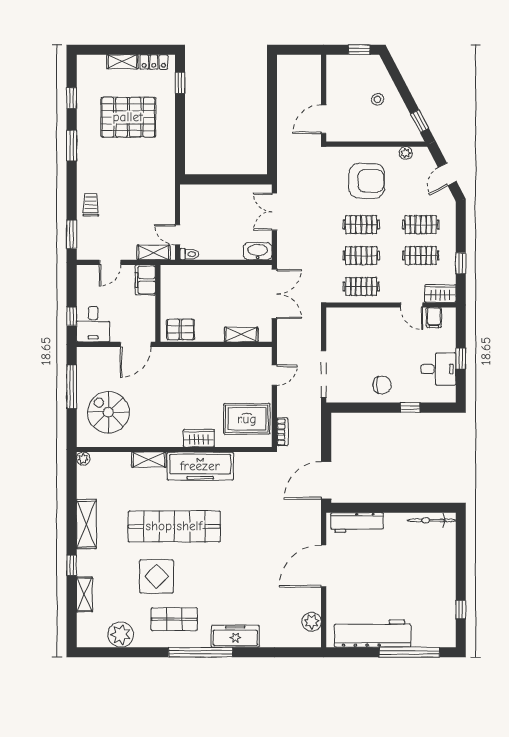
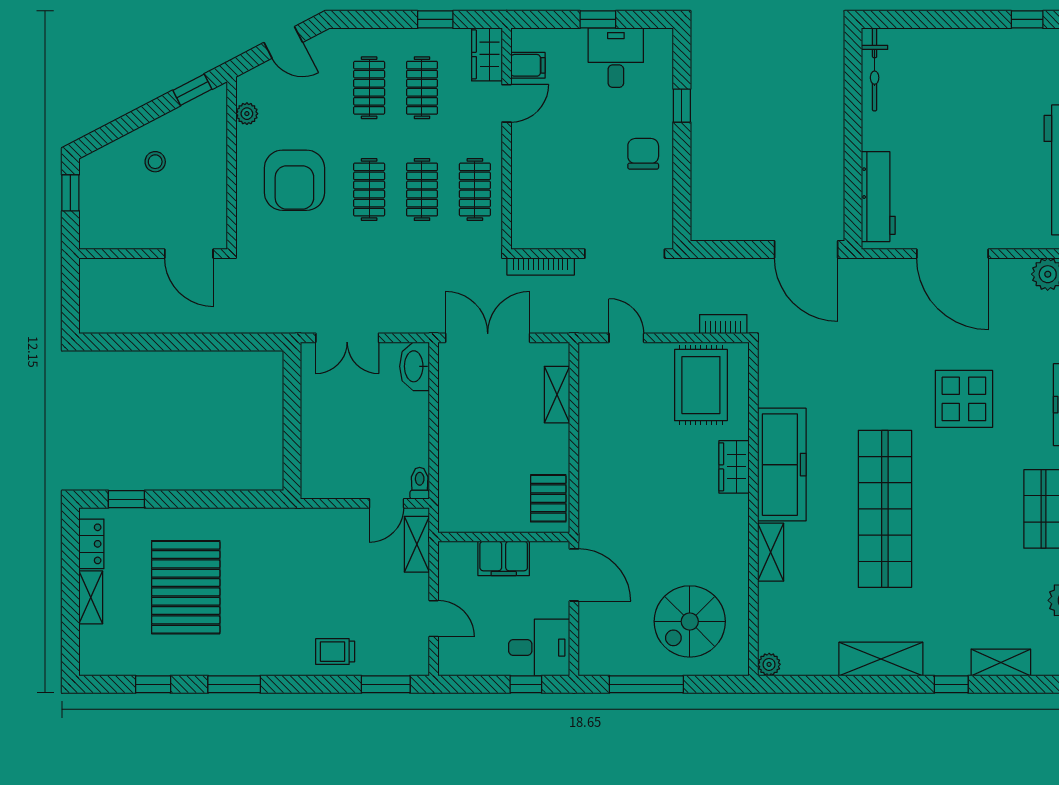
armchair: (367, 181) -> (294, 180), turned 180
filing cabinet: (145, 280) -> (504, 558), moved
bookcase: (316, 325) -> (541, 266), added
display table: (157, 576) -> (964, 399), moved

